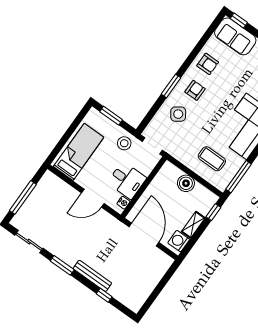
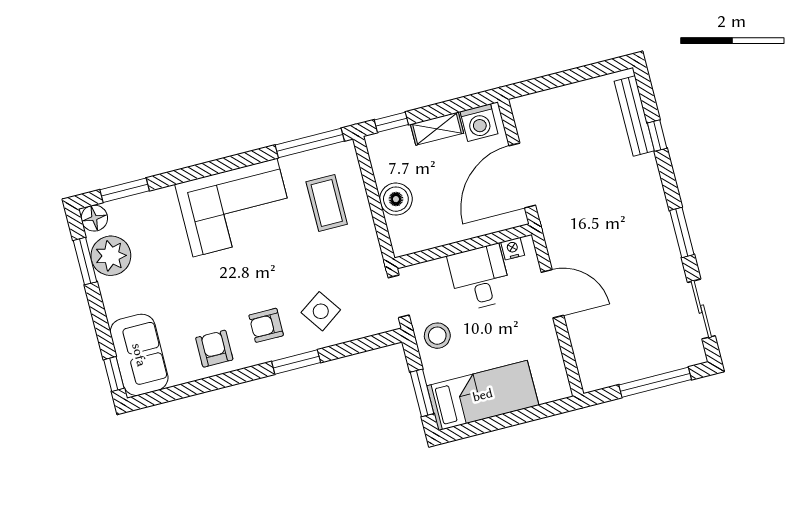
bed: (79, 152) -> (483, 395), moved, turned 180
bench: (92, 276) -> (634, 116), moved

